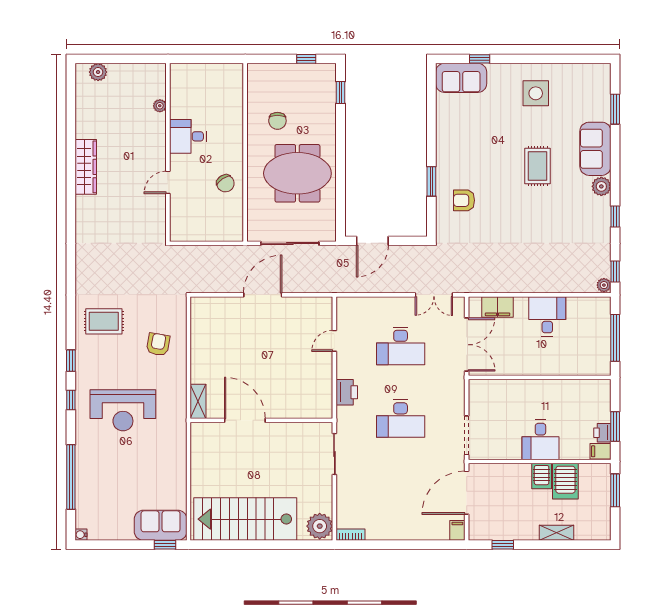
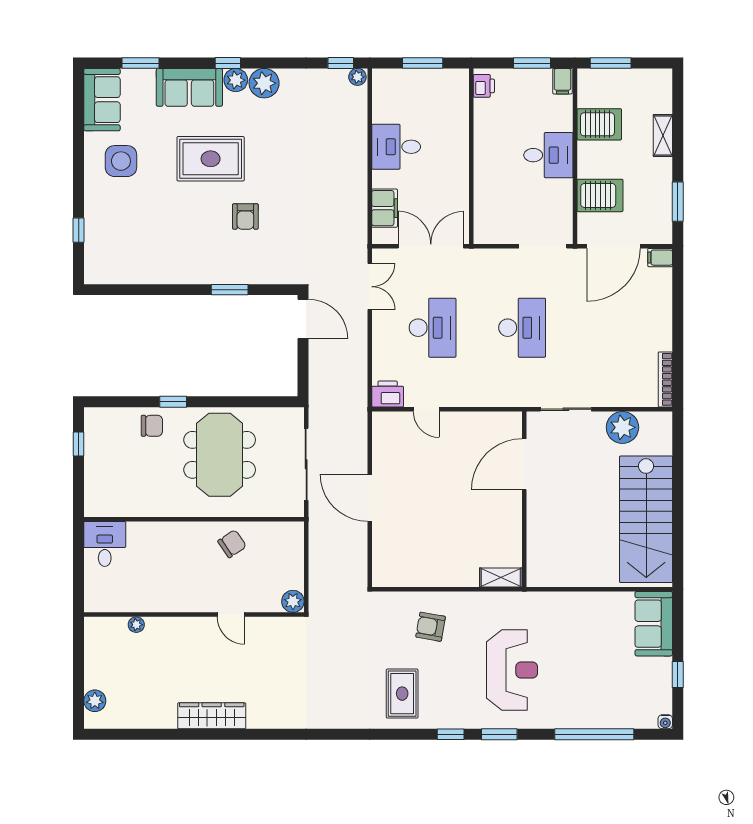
sofa: (461, 78) -> (102, 100), moved
window: (340, 92) -> (173, 402), moved
chair: (277, 121) -> (152, 426), moved
desk: (188, 136) -> (105, 544), moved, turned 180
rug: (538, 166) -> (211, 159), width x1.36, depth x1.43
armchair: (464, 200) -> (245, 217), moved
plant: (599, 209) -> (264, 83), added
window: (615, 216) -> (228, 63), moved
plant: (179, 233) -> (293, 601), added
door: (372, 241) -> (303, 319), moved
window: (615, 338) -> (423, 63), width x0.69
printer: (347, 392) -> (388, 394), moved
window: (71, 400) -> (499, 734), width x1.50
door: (245, 420) -> (524, 464), moved
printer: (602, 433) -> (484, 86), moved, turned -90
server rack: (542, 476) -> (600, 195), moved, width x1.36, depth x1.44
door: (467, 493) -> (614, 246), hinge flipped
plant: (320, 526) -> (622, 427), moved
bookcase: (351, 535) -> (665, 379), width x1.56
window: (165, 545) -> (678, 675), moved
window: (503, 545) -> (678, 202), width x1.50

